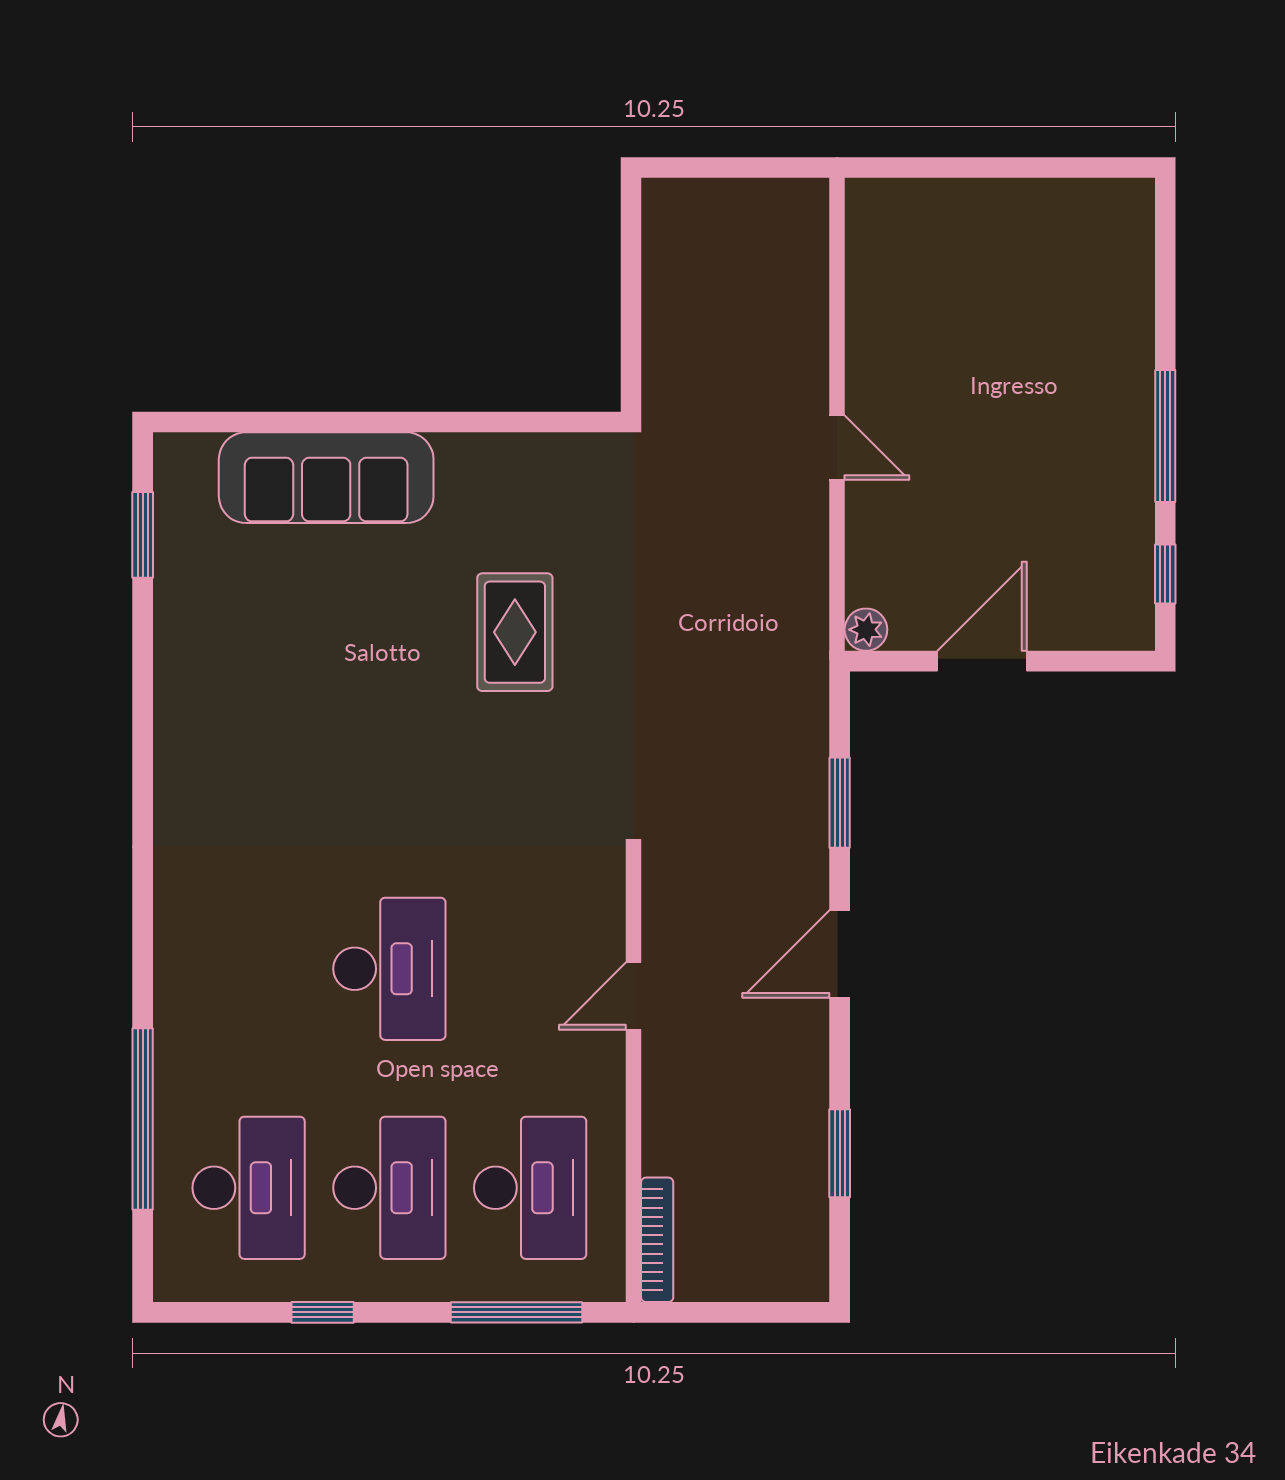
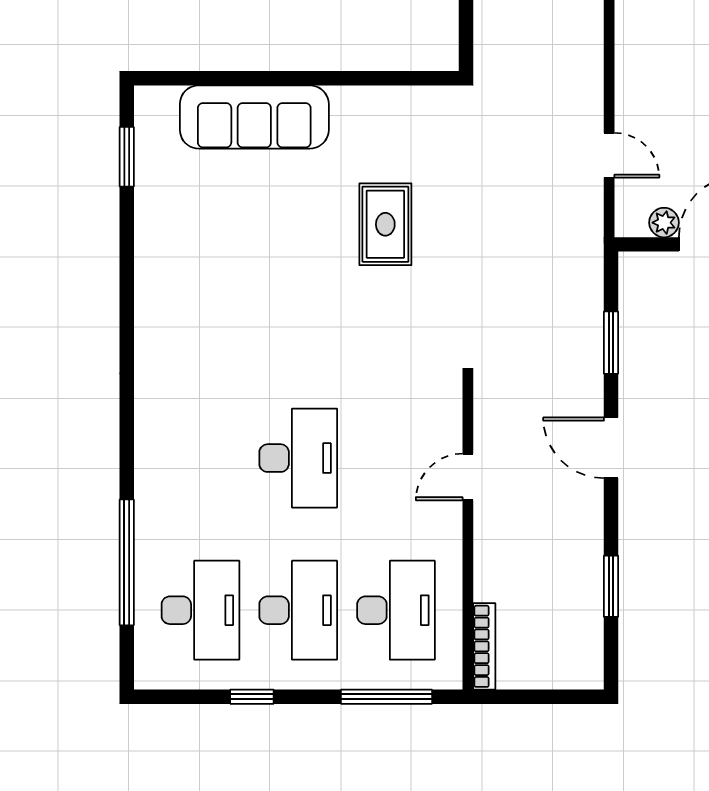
door: (837, 448) -> (609, 155), moved
plant: (866, 630) -> (664, 223), moved
door: (840, 954) -> (611, 448), hinge flipped

